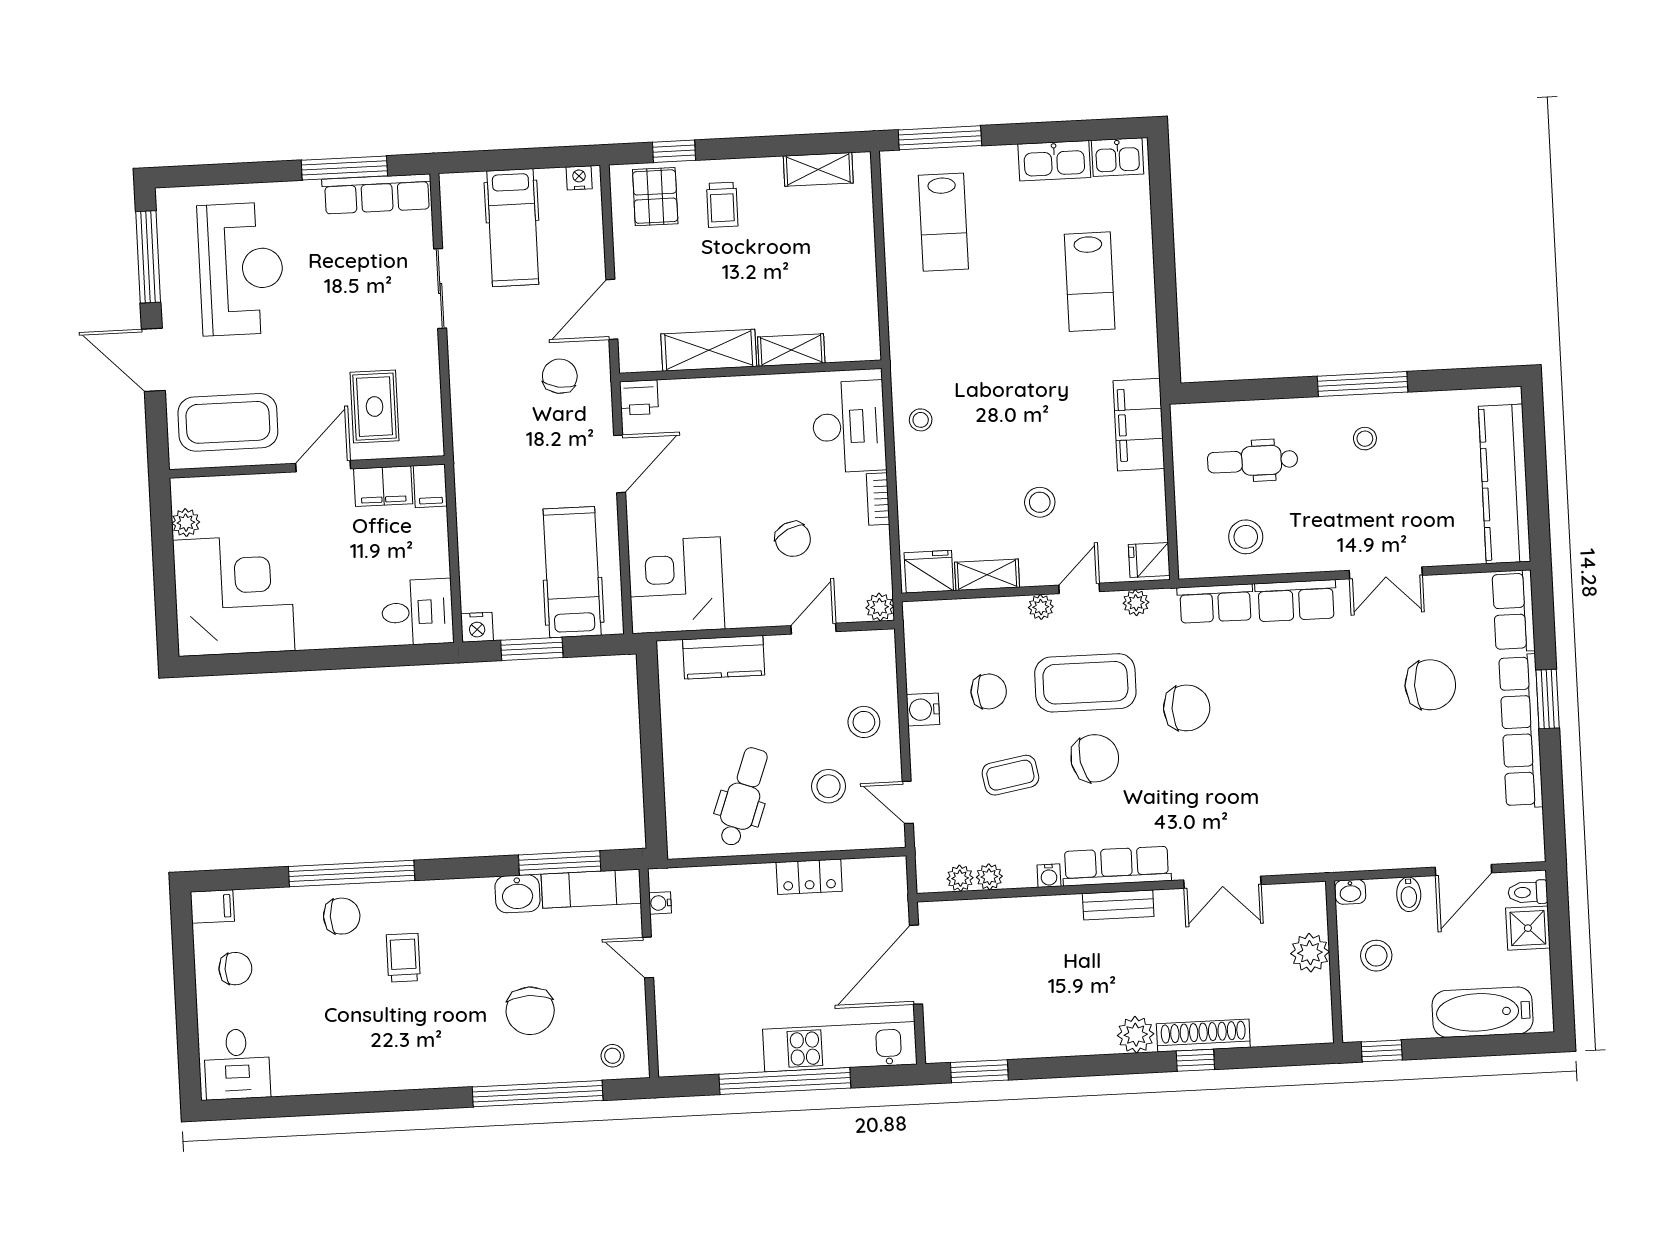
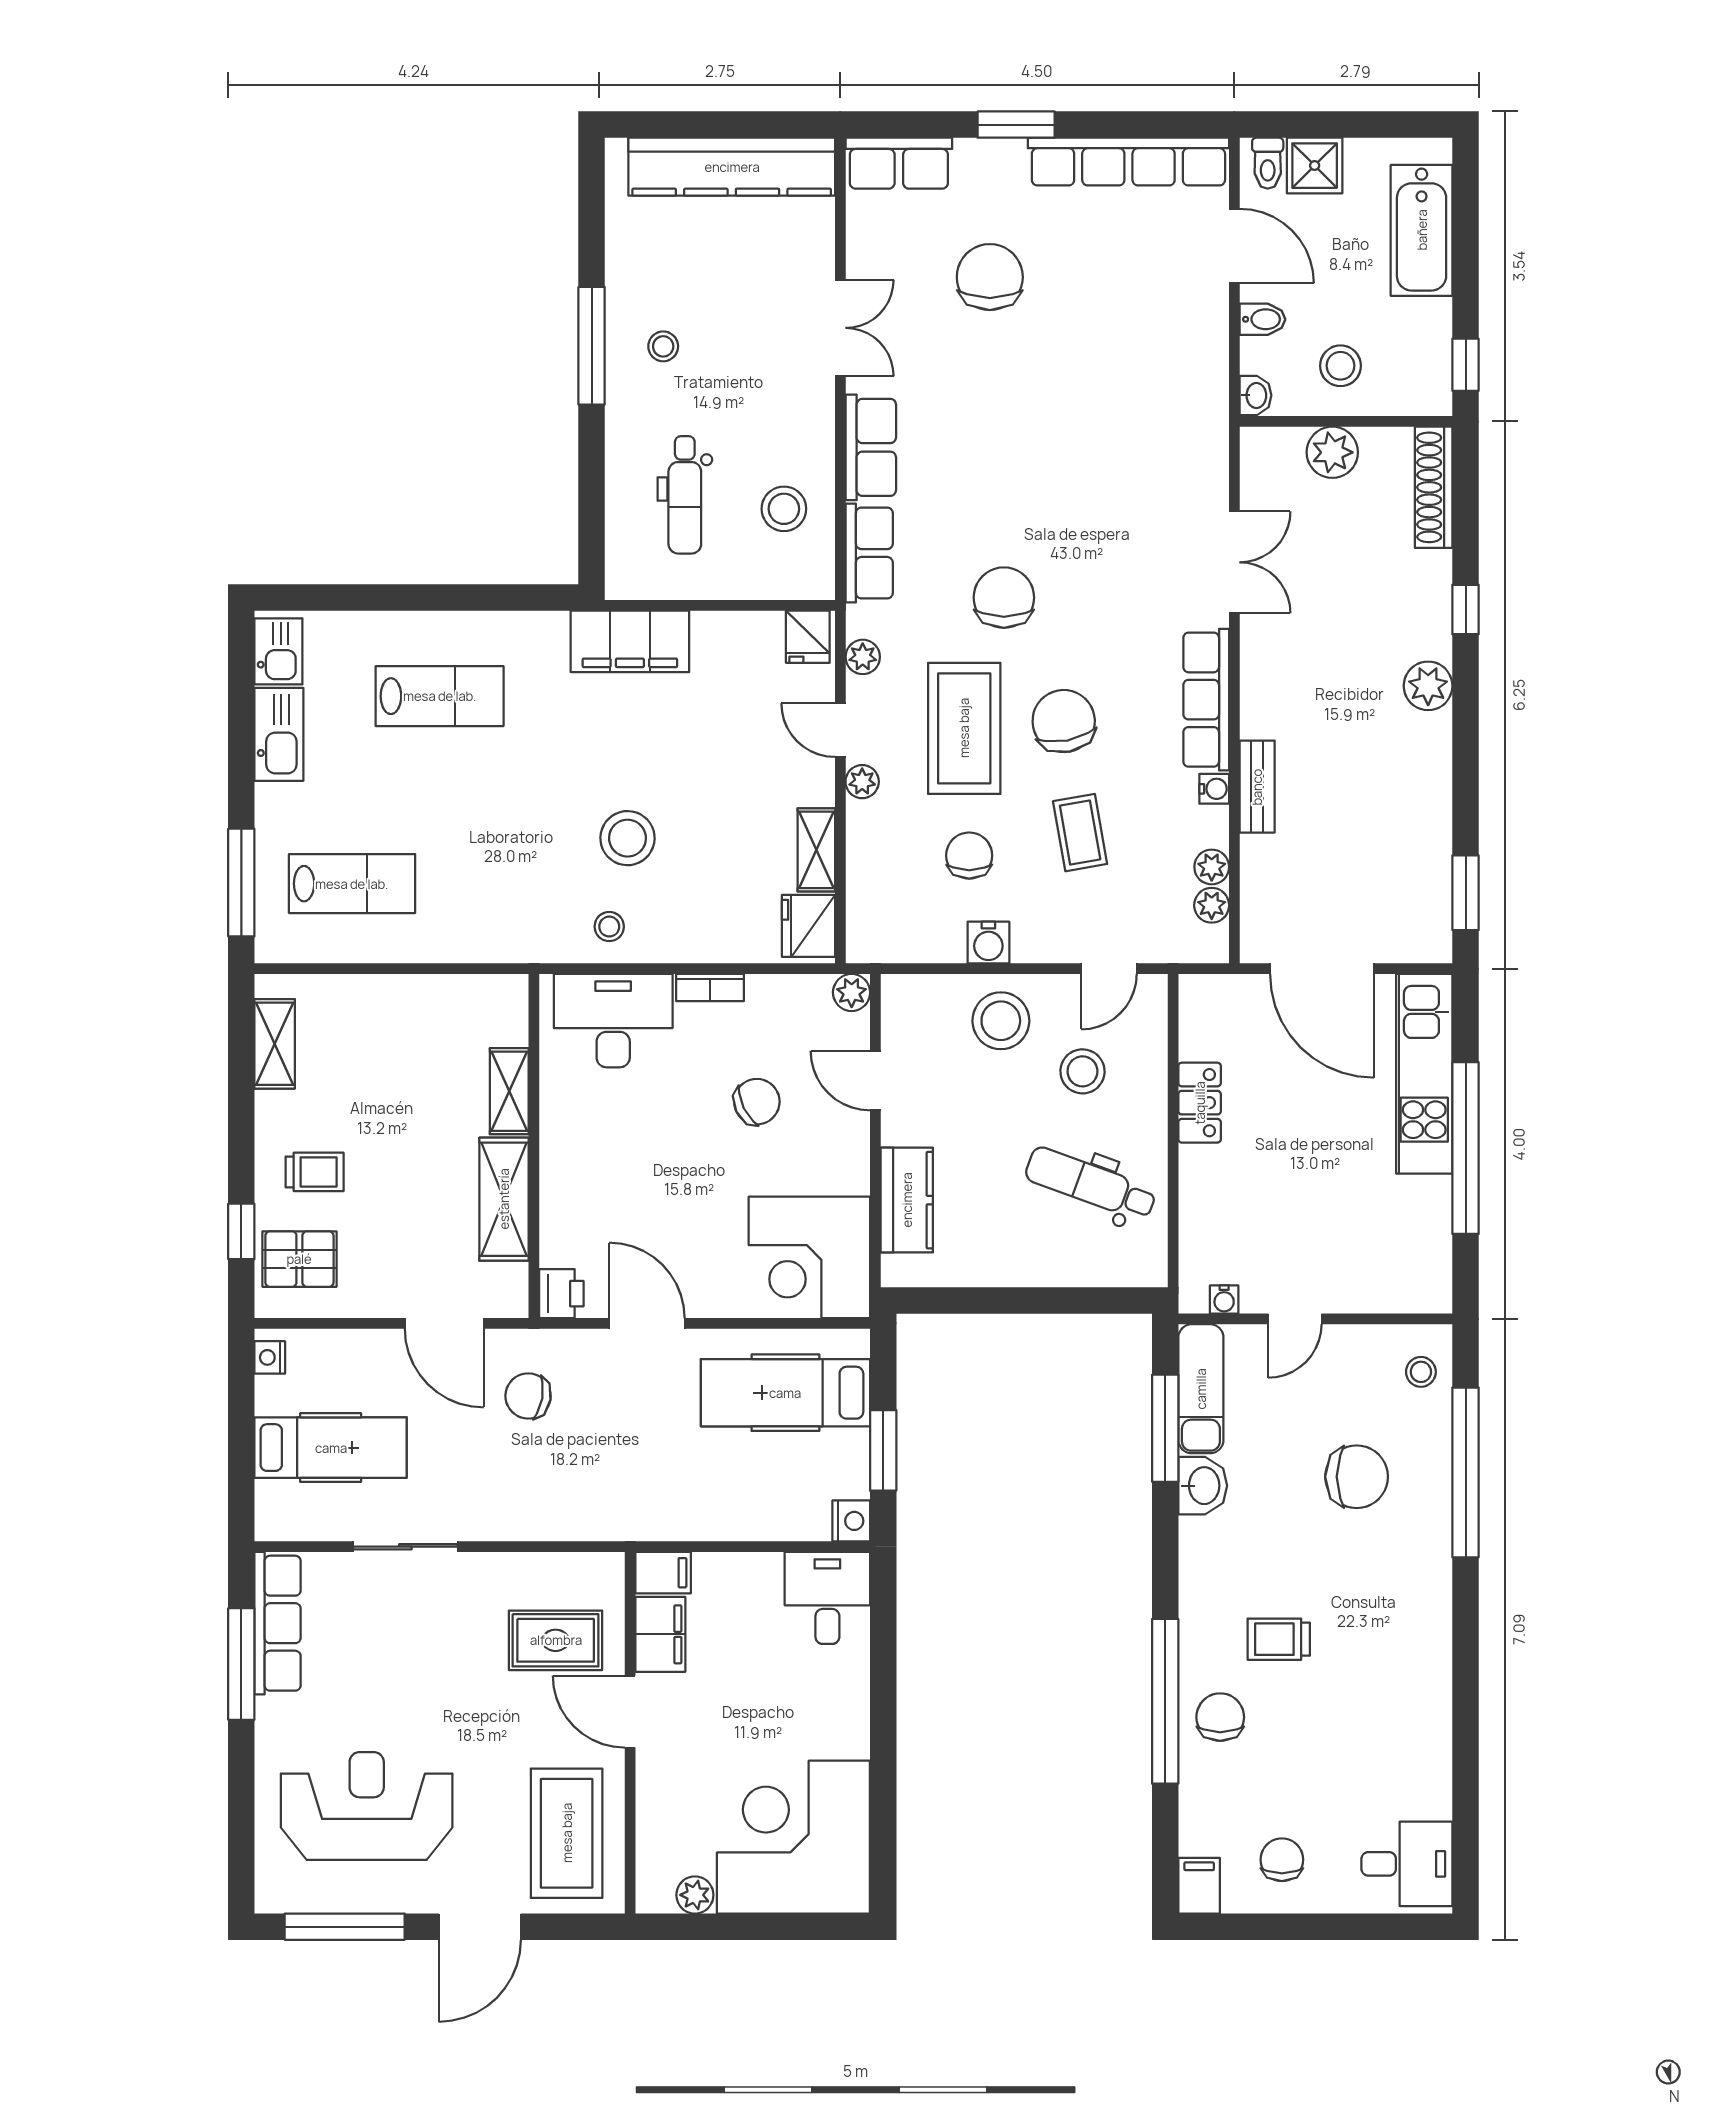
stool: (1040, 502) -> (627, 838), moved, width x1.38, depth x1.38
stool: (864, 722) -> (1001, 1021), width x1.38, depth x1.38
row of seats: (1521, 731) -> (1128, 162), moved
bench: (1118, 905) -> (1257, 787), moved
shoe rack: (1203, 1036) -> (1434, 487), moved

